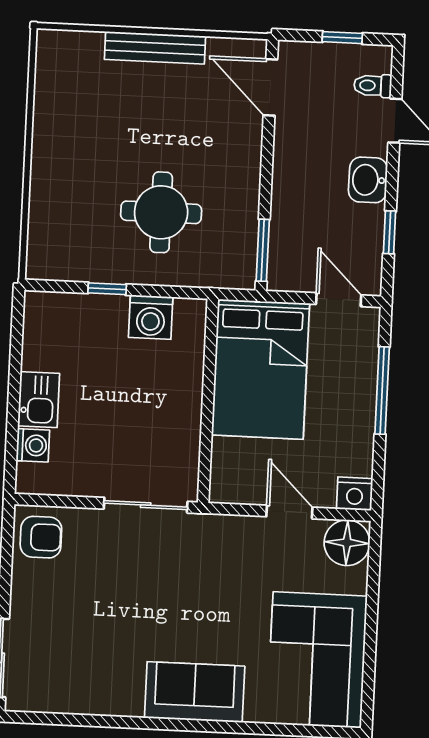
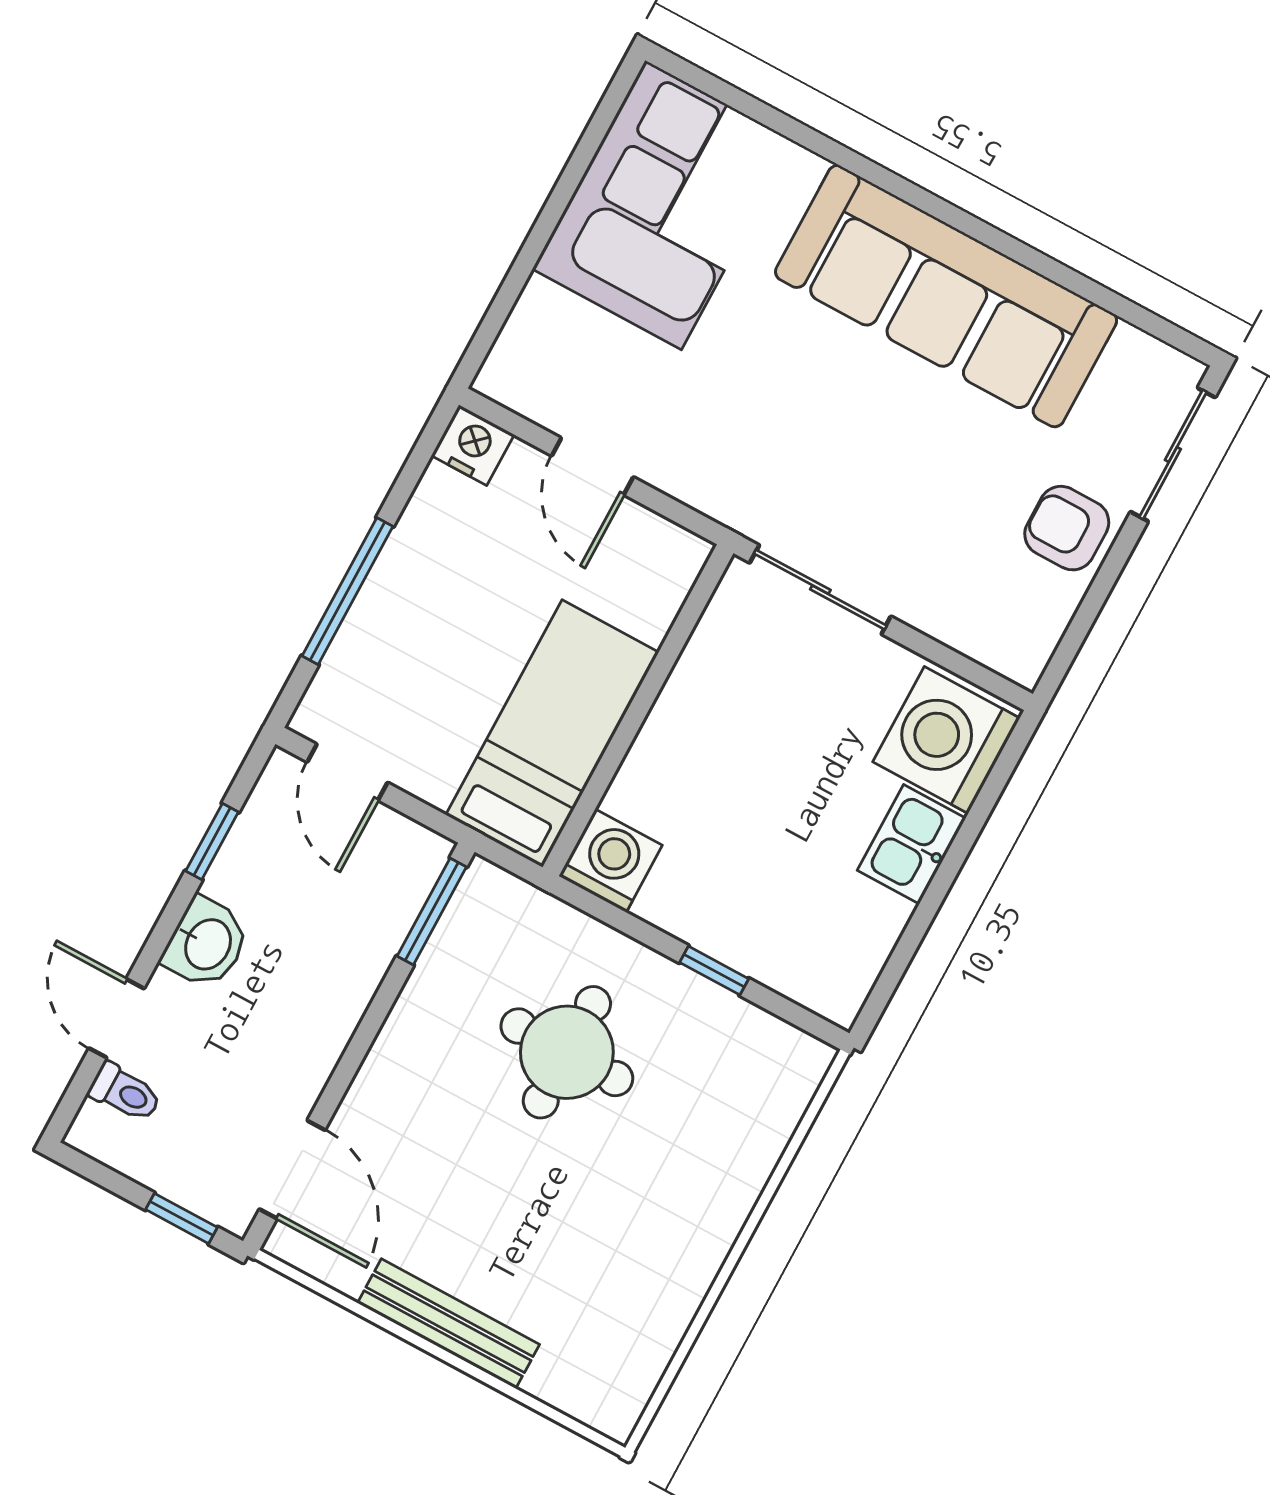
window: (342, 38) -> (181, 1218), moved
washing machine: (151, 317) -> (611, 861), moved
bed: (260, 369) -> (552, 734), width x0.67
washing machine: (33, 445) -> (946, 740), width x1.89, depth x1.89
armchair: (41, 537) -> (1067, 528), moved
floor lamp: (347, 543) -> (523, 372), removed
sofa: (195, 692) -> (946, 296), width x1.85, depth x1.27

